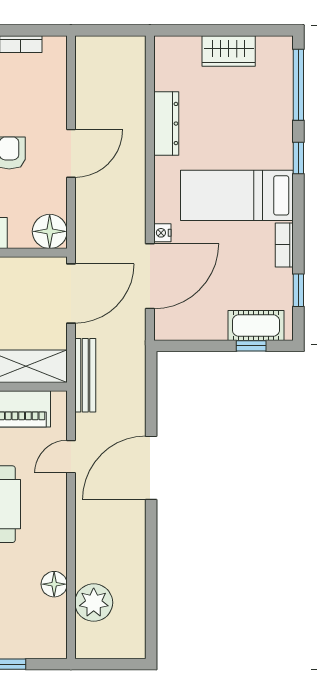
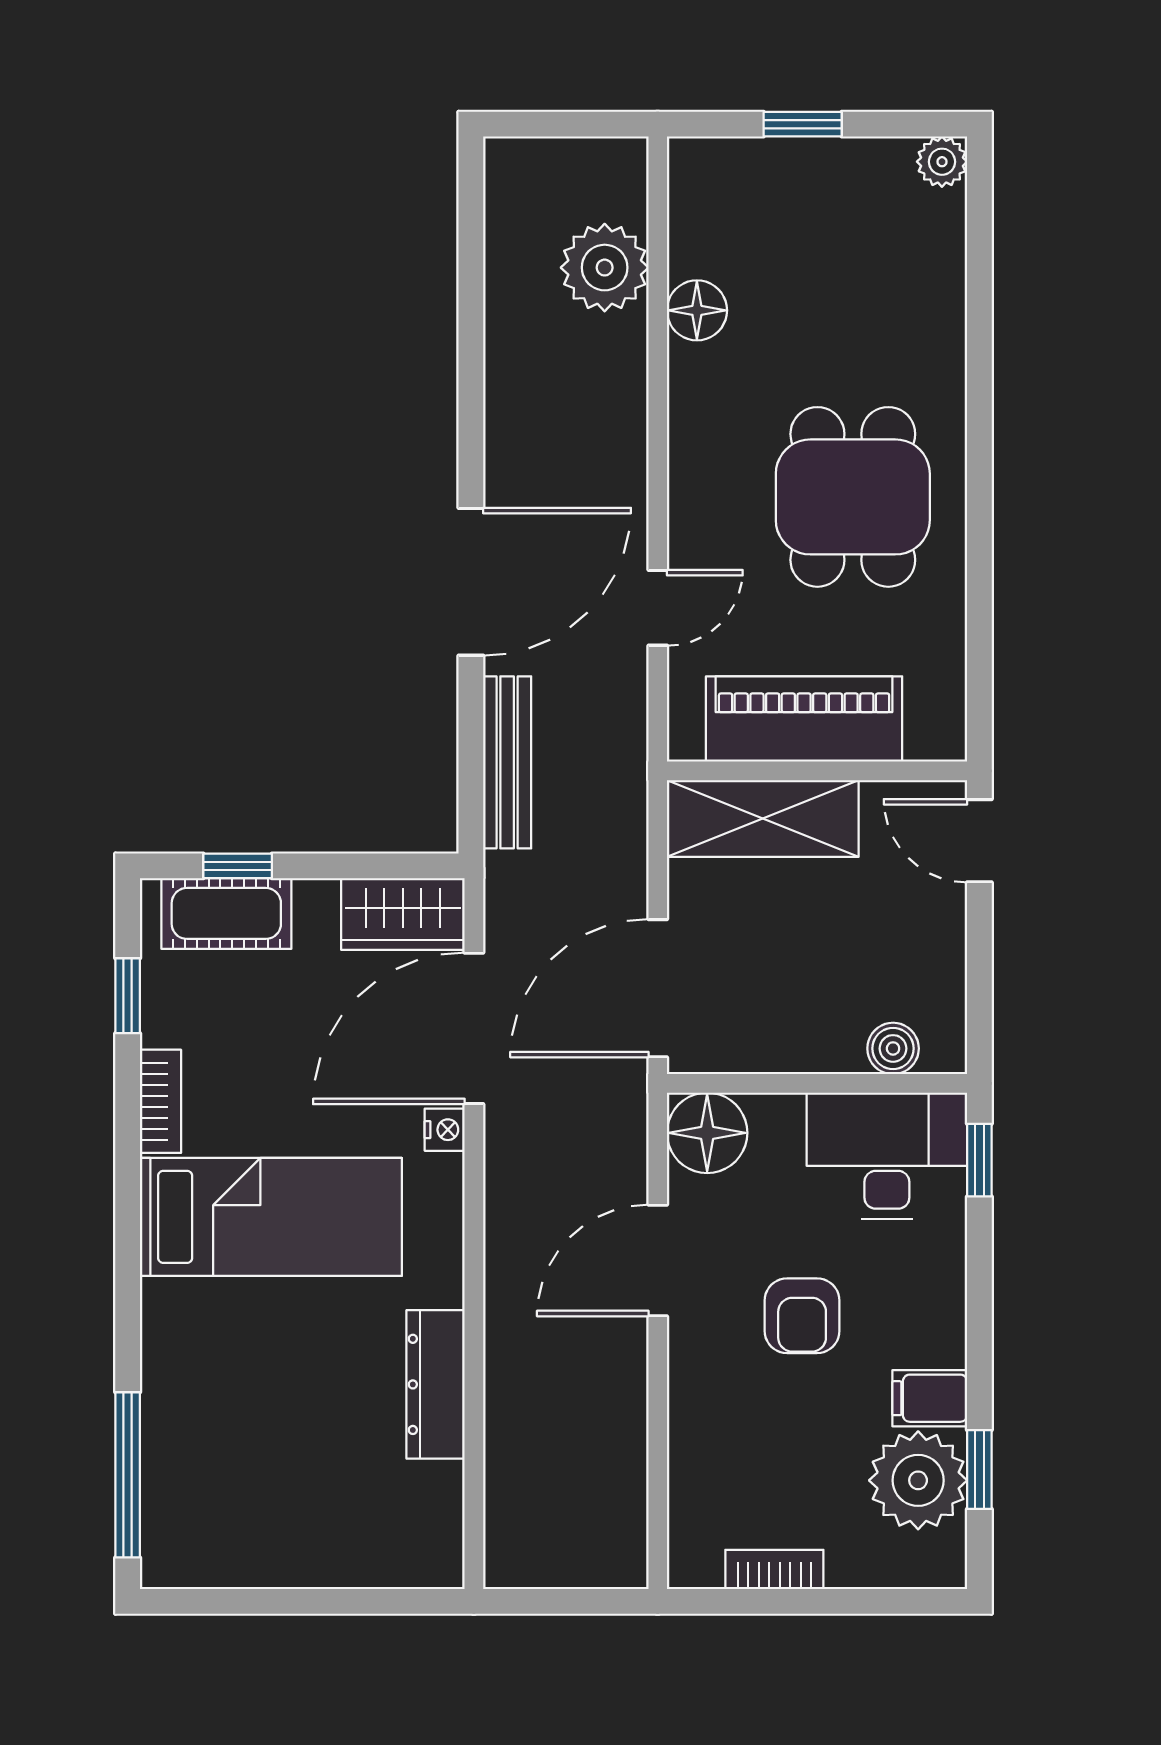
wardrobe: (229, 51) -> (403, 914), moved, turned 180
door: (71, 153) -> (658, 1260), moved
window: (298, 158) -> (128, 1304), removed
bench: (85, 375) -> (507, 762), moved

